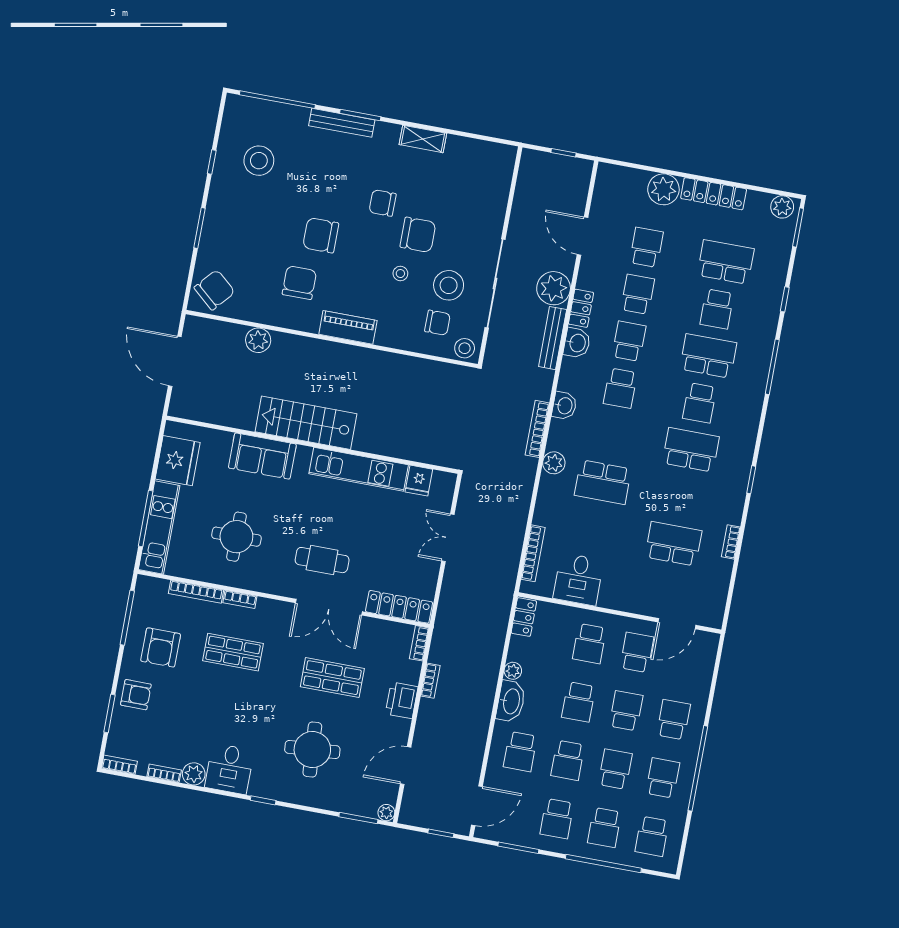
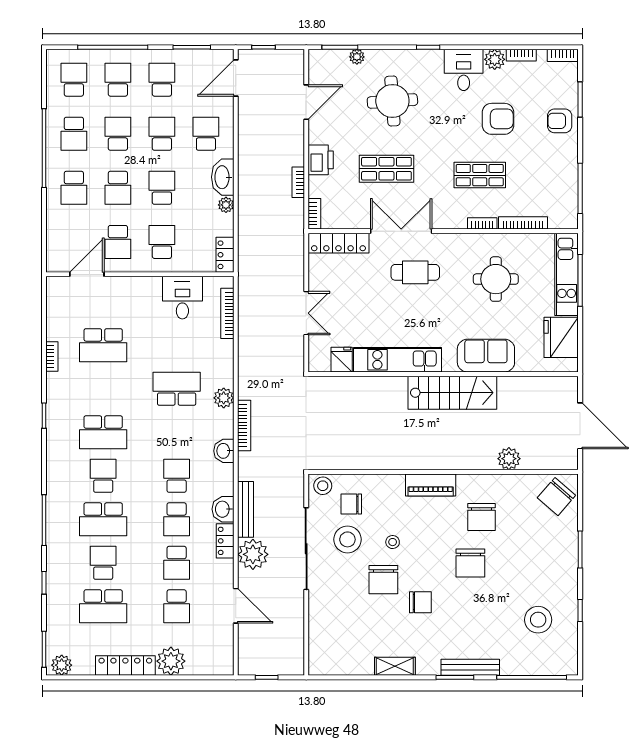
chair: (321, 235) -> (470, 563), turned 90
chair: (418, 235) -> (383, 580), turned -90
armchair: (161, 647) -> (498, 119), moved, turned 90
school desk: (615, 769) -> (118, 134), turned 180
plant: (386, 813) -> (357, 57), moved

